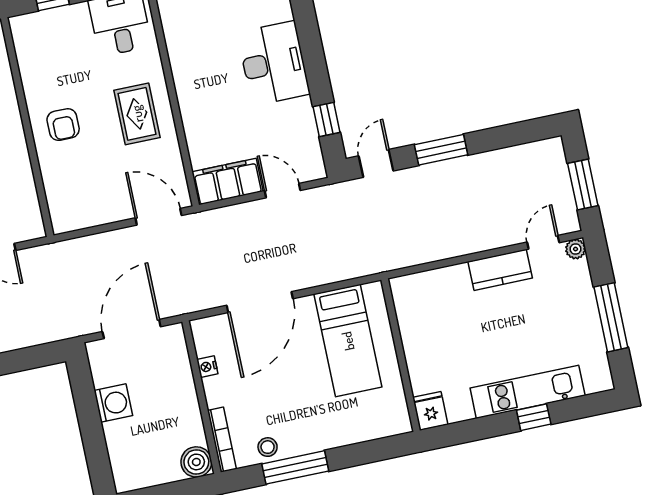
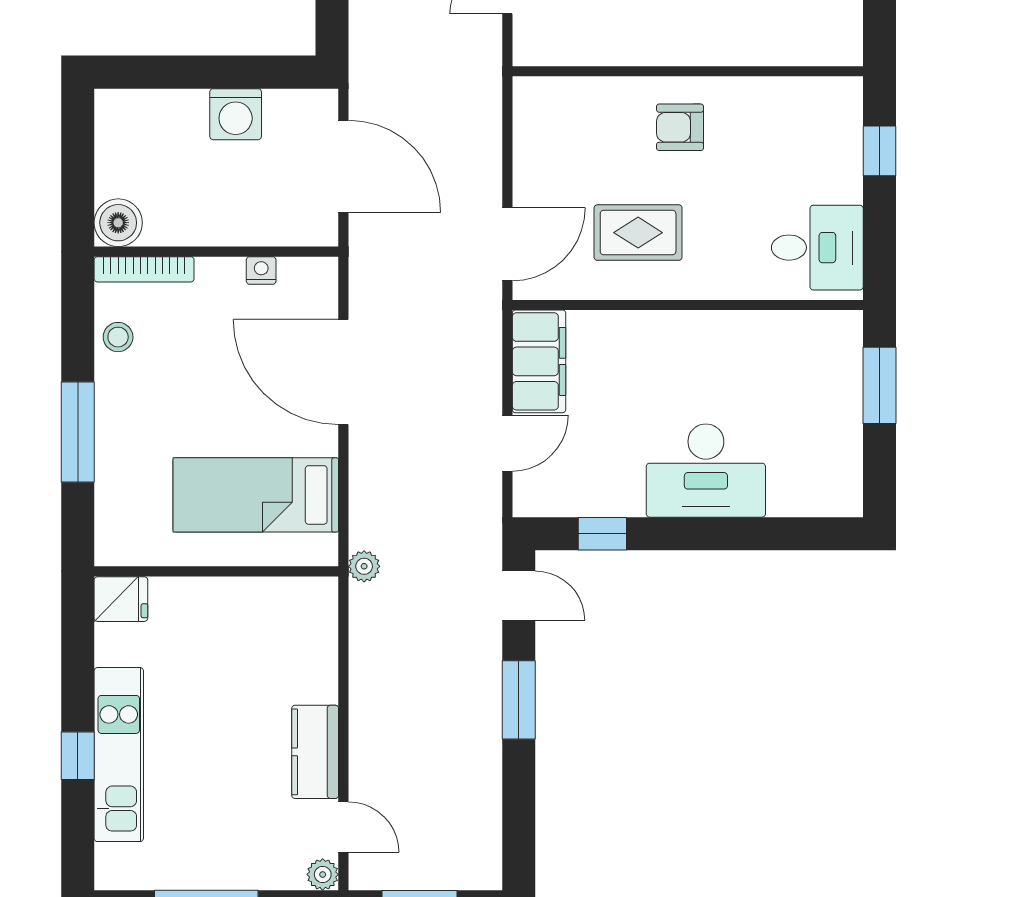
rug: (137, 114) -> (638, 233), moved
plant: (378, 264) -> (364, 566), added
window: (295, 467) -> (78, 432), moved

